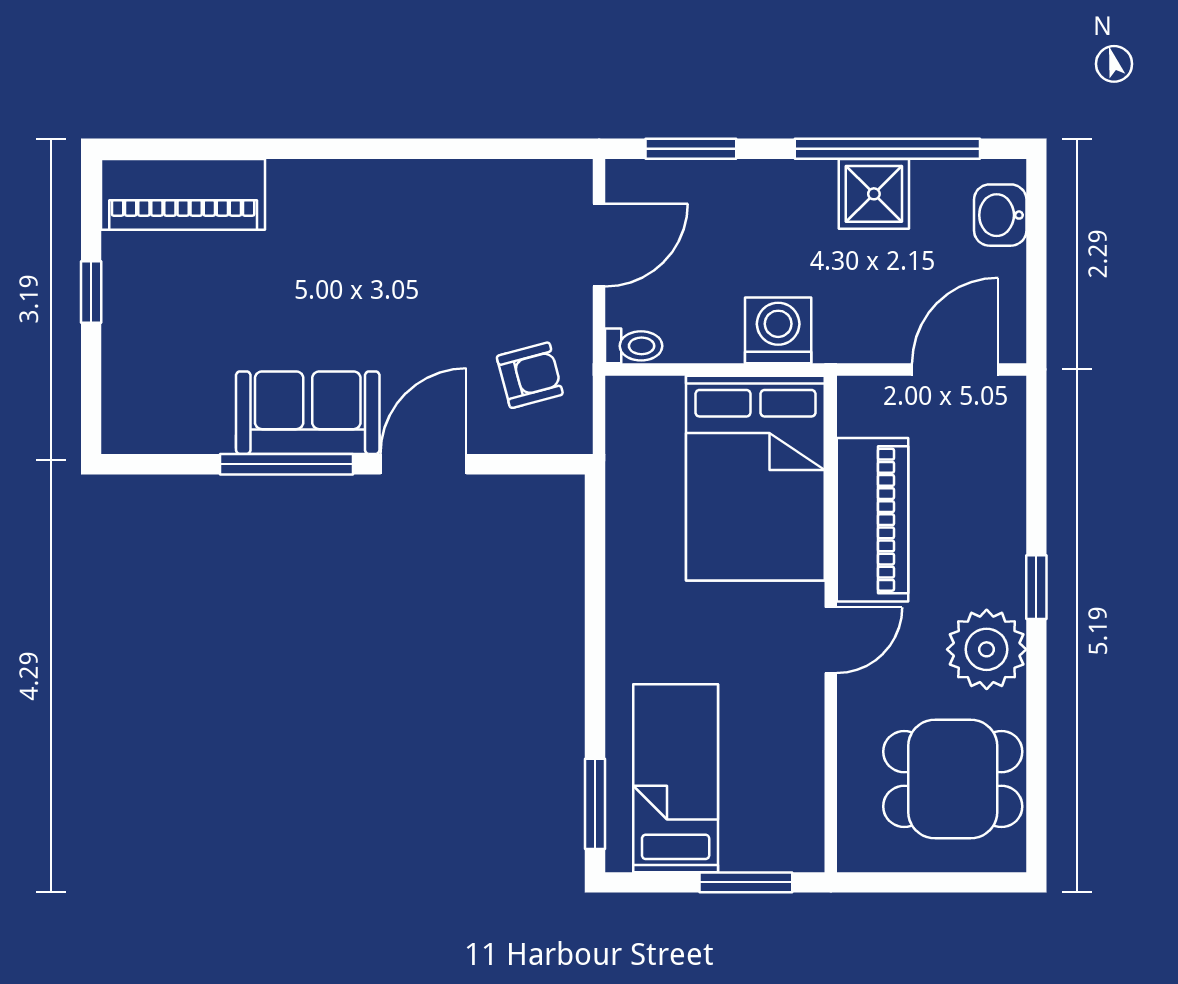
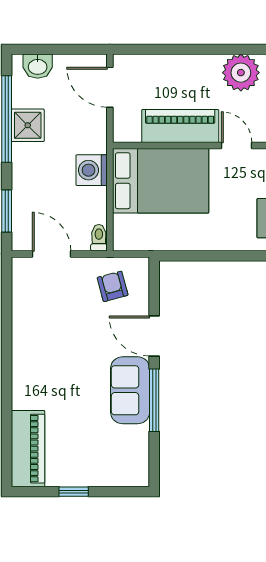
window: (1036, 587) -> (212, 49), removed

